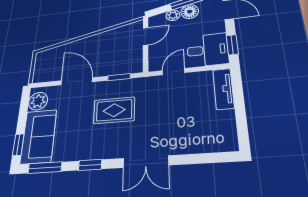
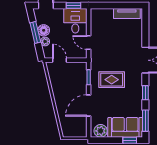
tv unit: (223, 89) -> (127, 14), moved
rug: (114, 110) -> (112, 80), turned 90

